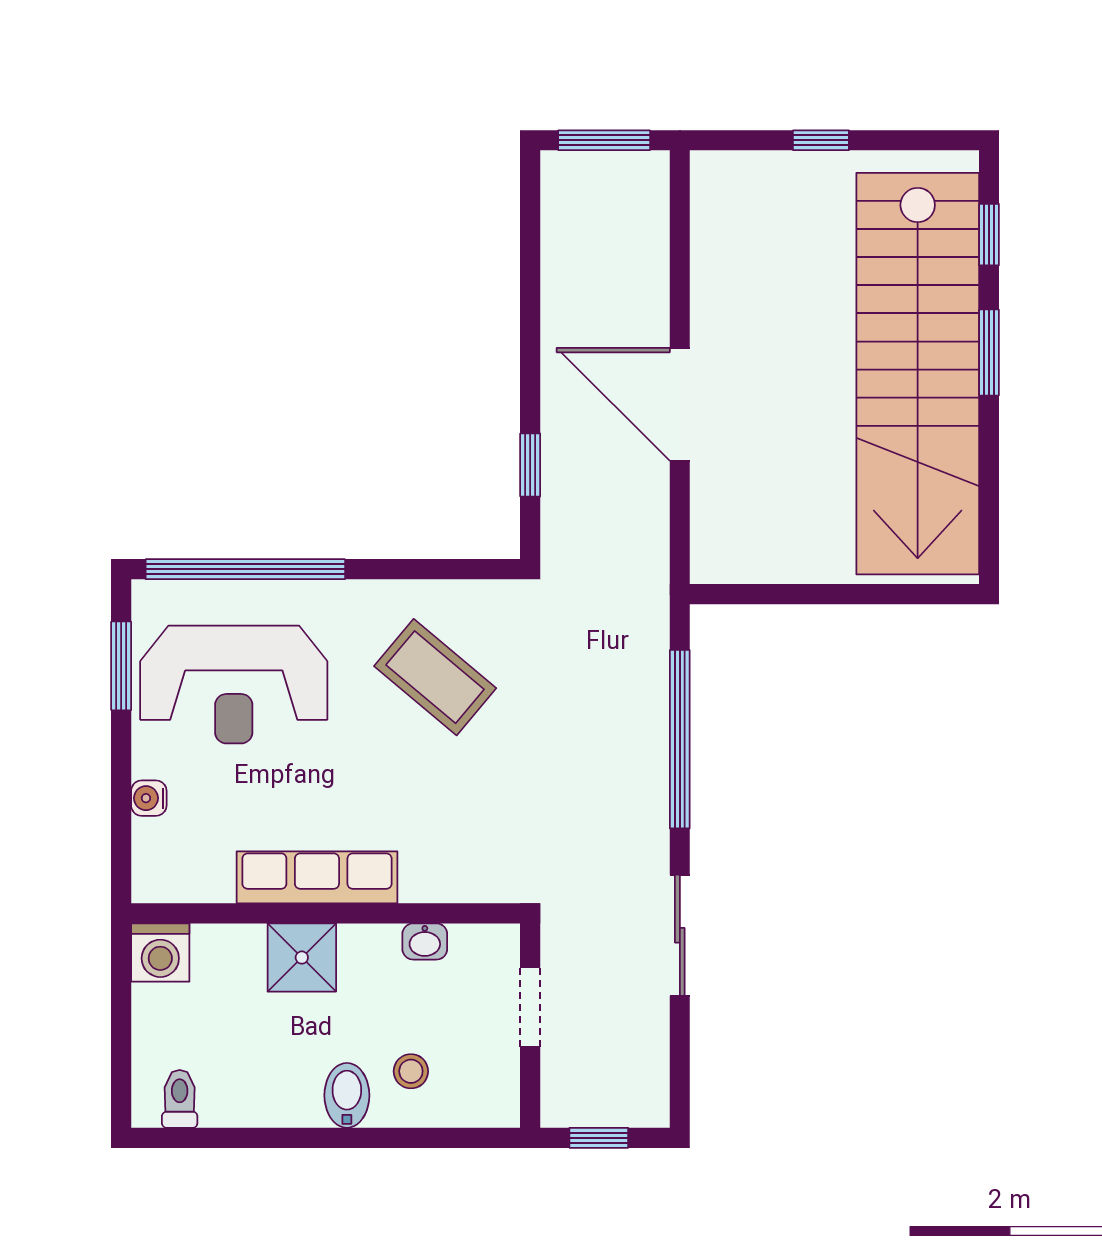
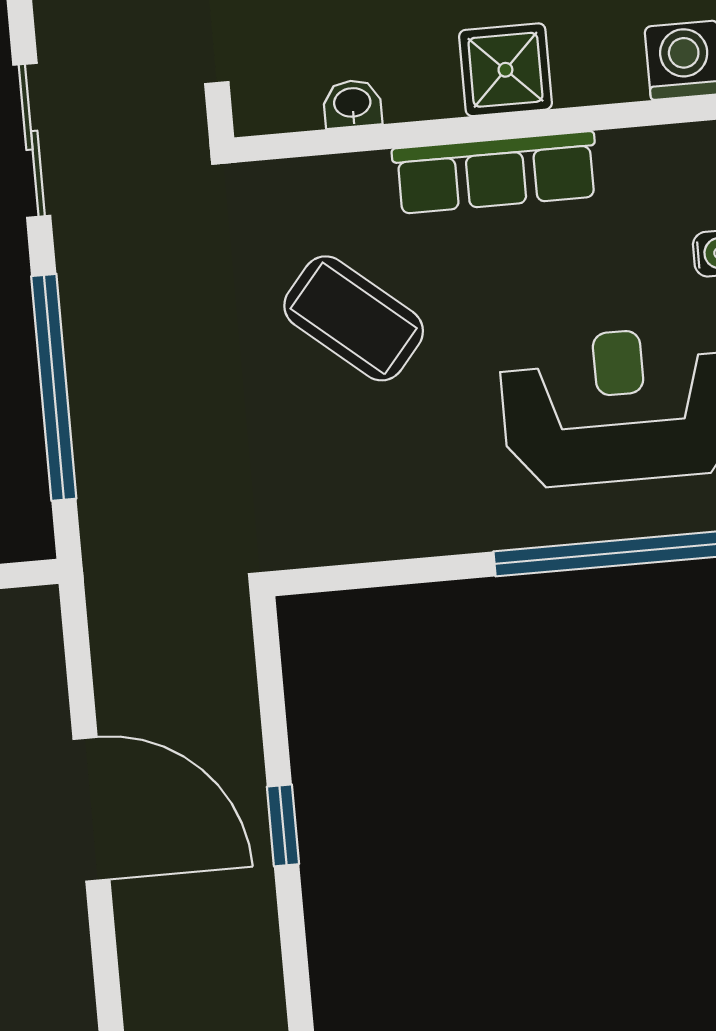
window: (530, 465) -> (283, 825), moved
coffee table: (435, 677) -> (354, 318), moved

